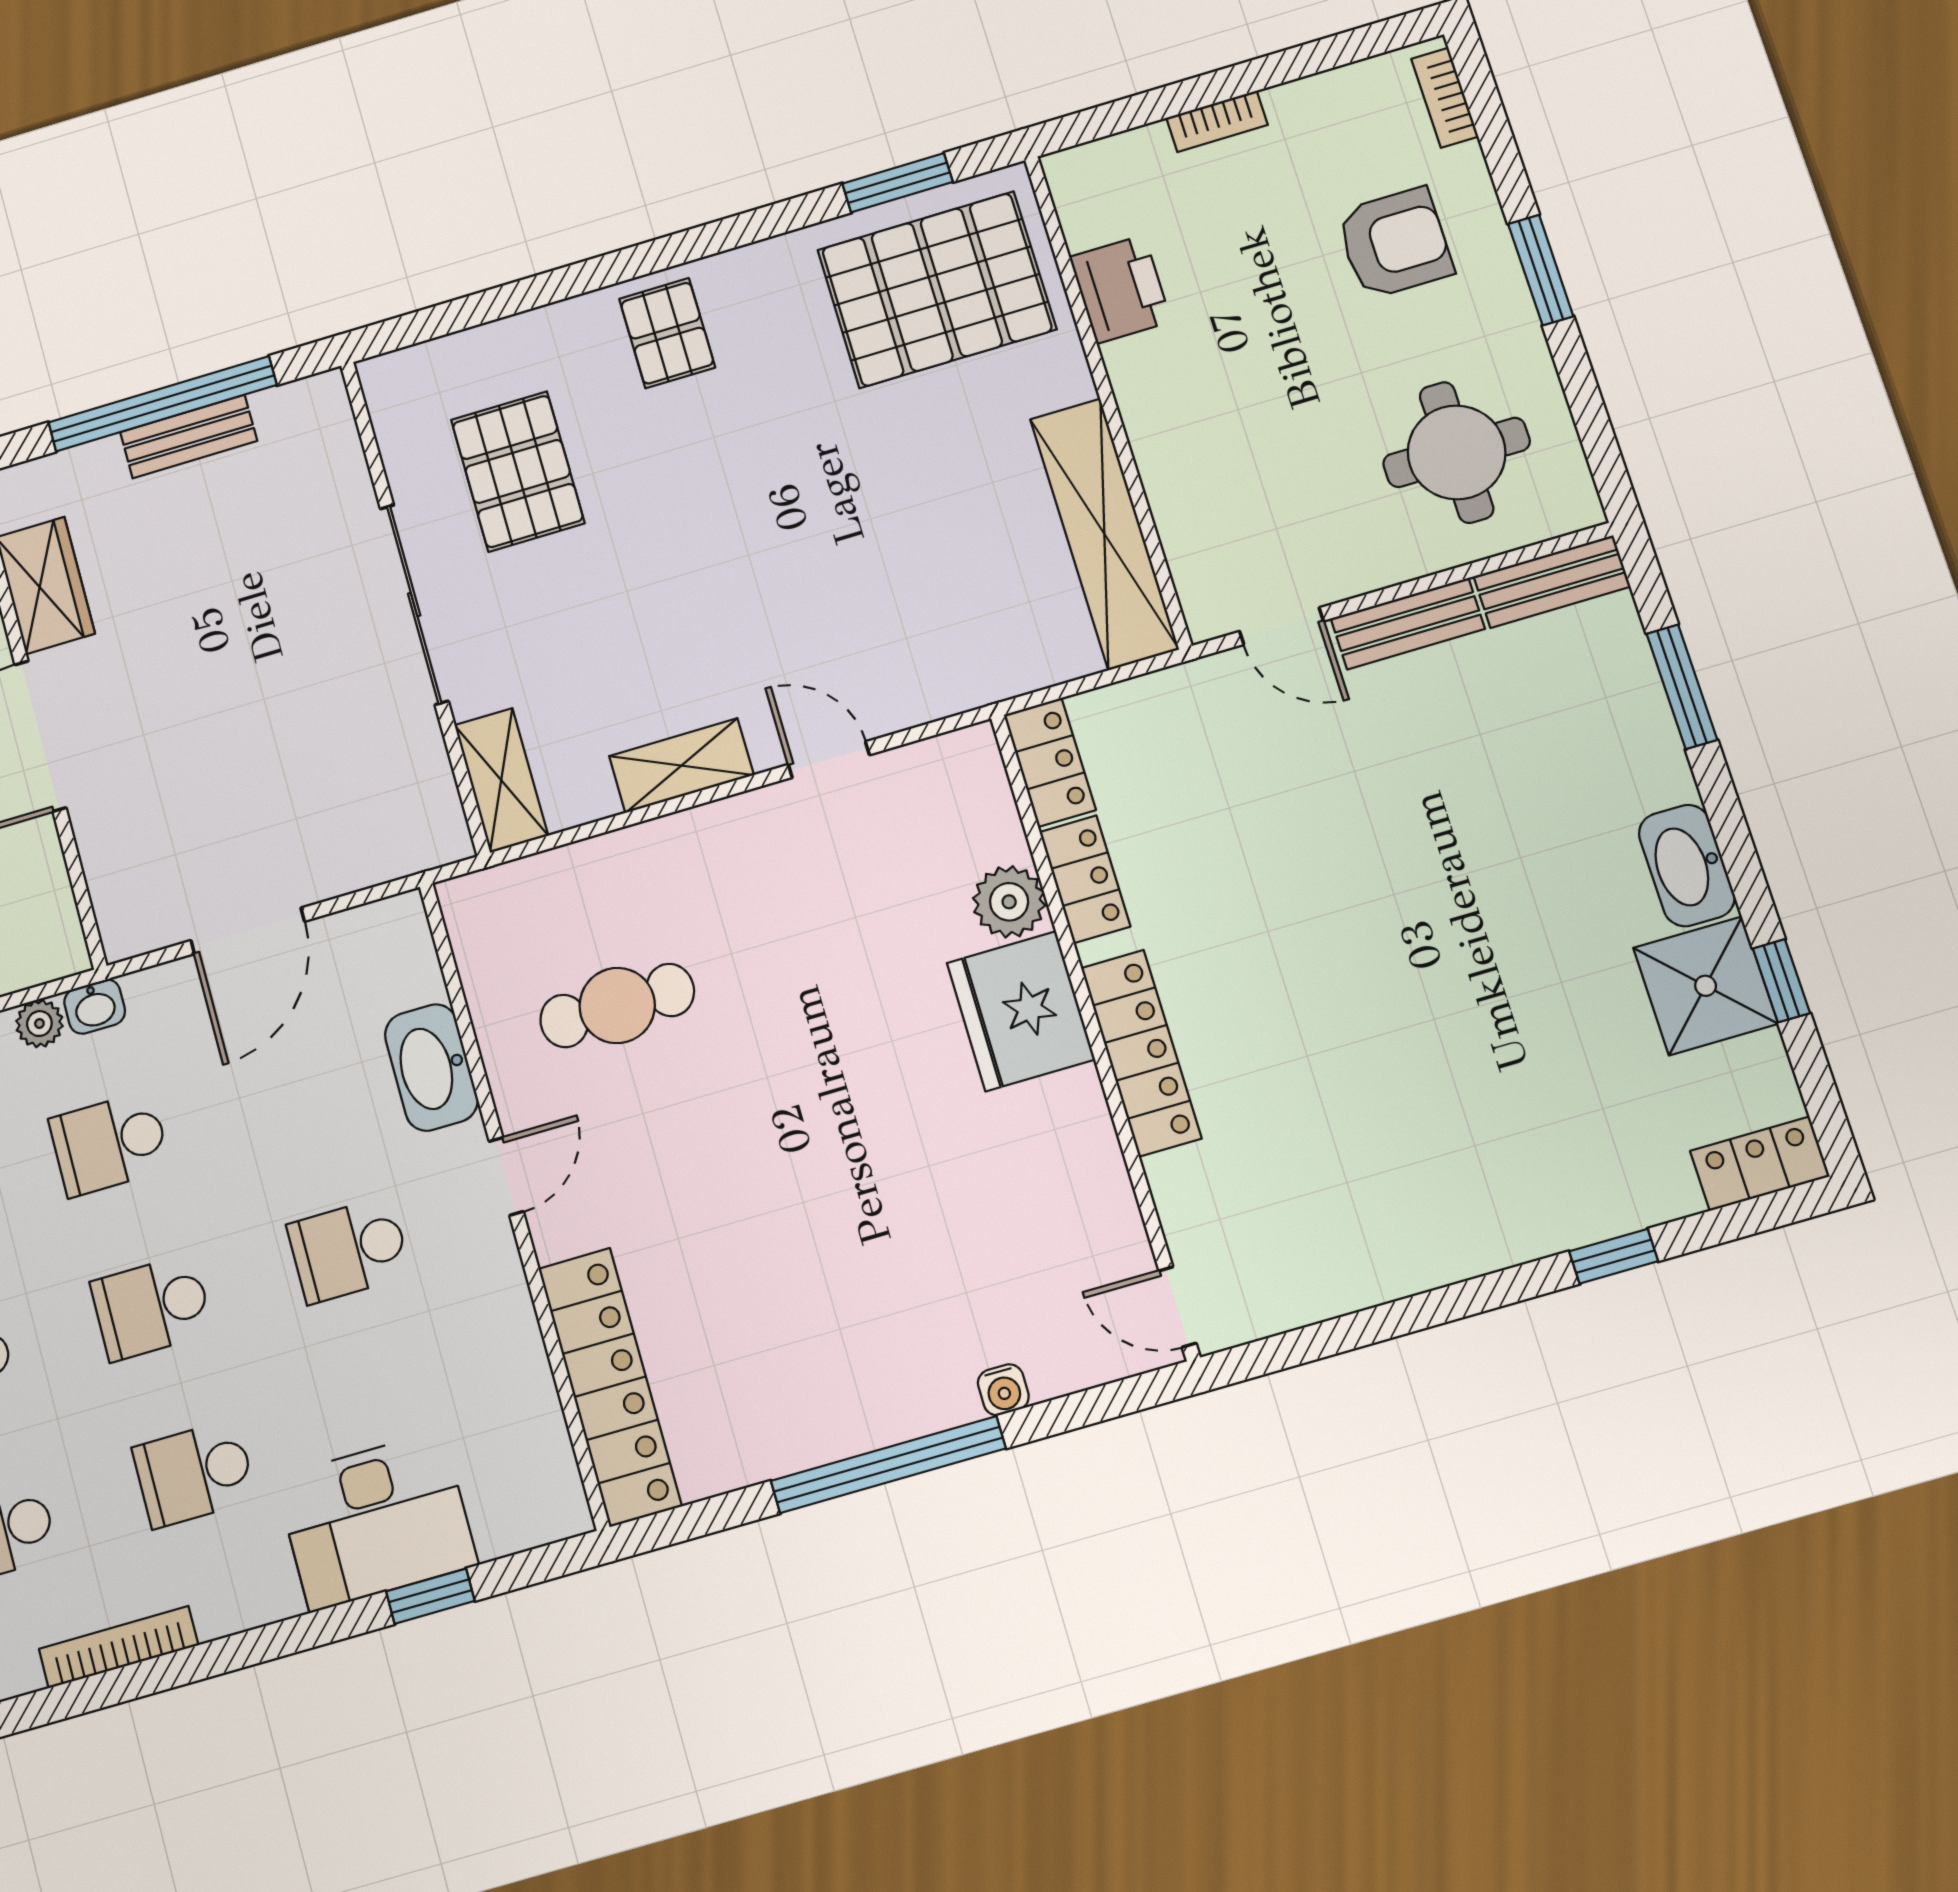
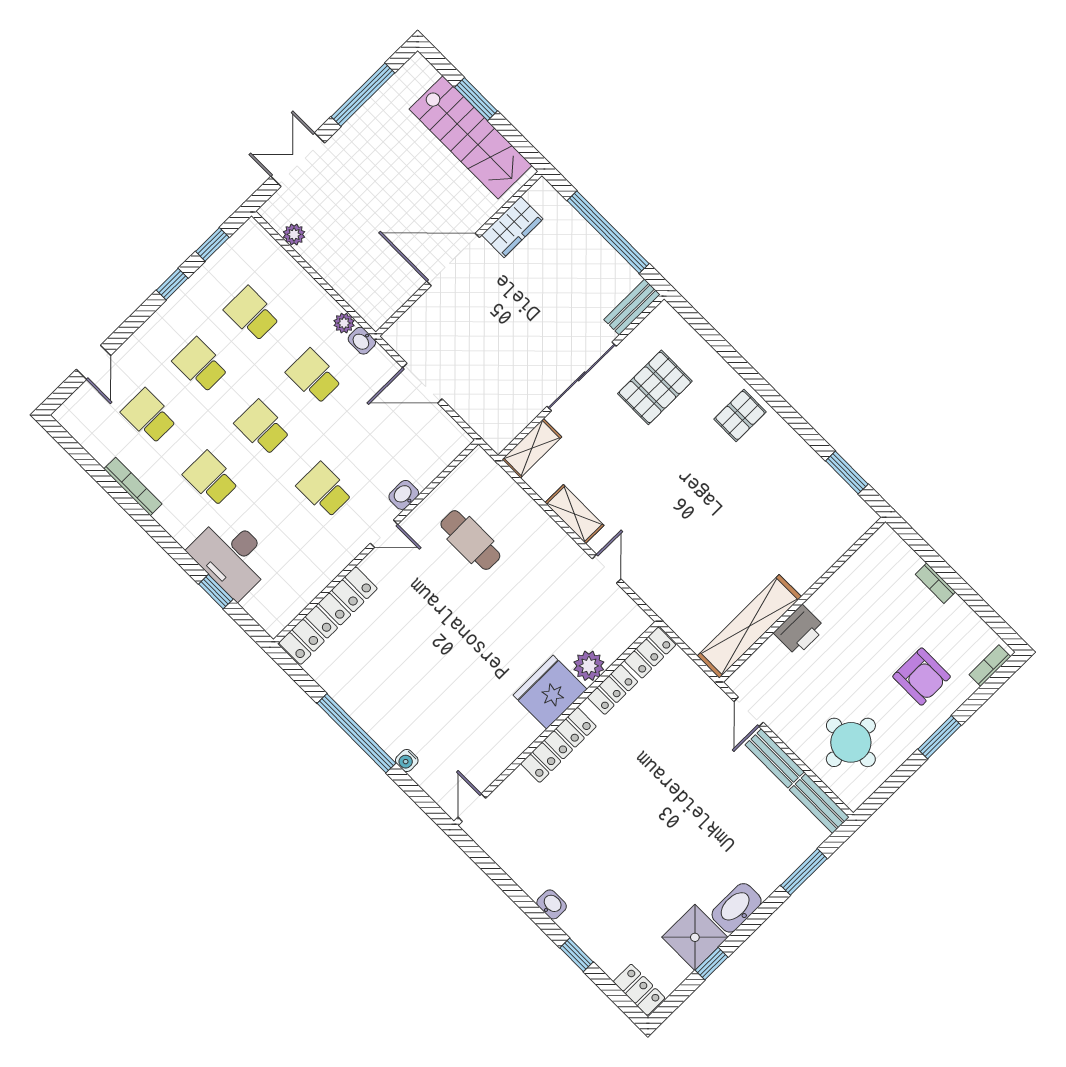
printer: (1120, 289) -> (800, 630), moved
pallet: (937, 290) -> (812, 511), removed
bench: (189, 436) -> (632, 307), moved, turned 90
washbasin: (431, 1067) -> (404, 495), width x0.52, depth x0.69
washbasin: (1476, 1251) -> (552, 904), added

